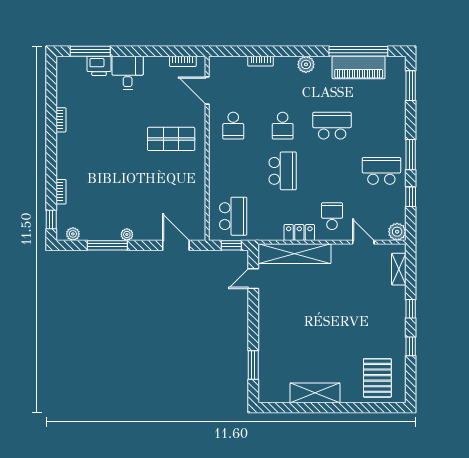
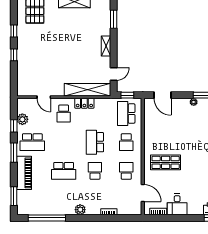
piano: (359, 67) -> (24, 173), moved, turned 90
desk: (128, 73) -> (177, 204), moved
school desk: (233, 171) -> (126, 142), added
plant: (397, 232) -> (22, 119), moved
shelving: (399, 269) -> (106, 46), moved

